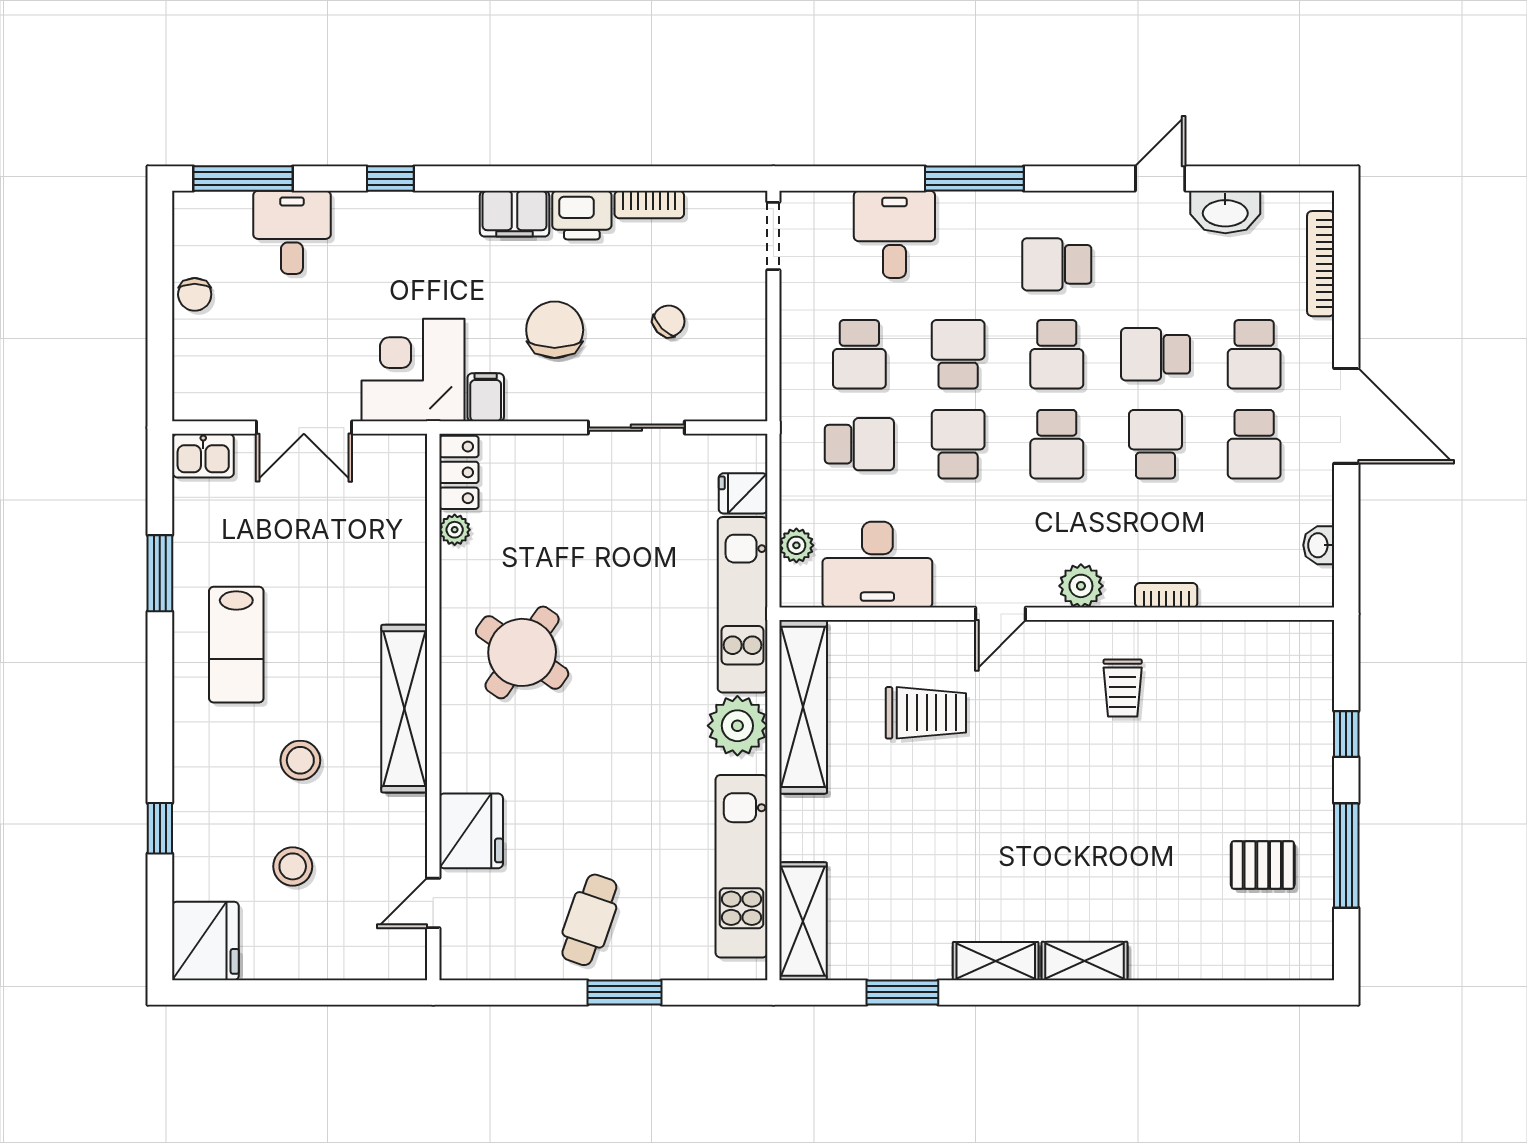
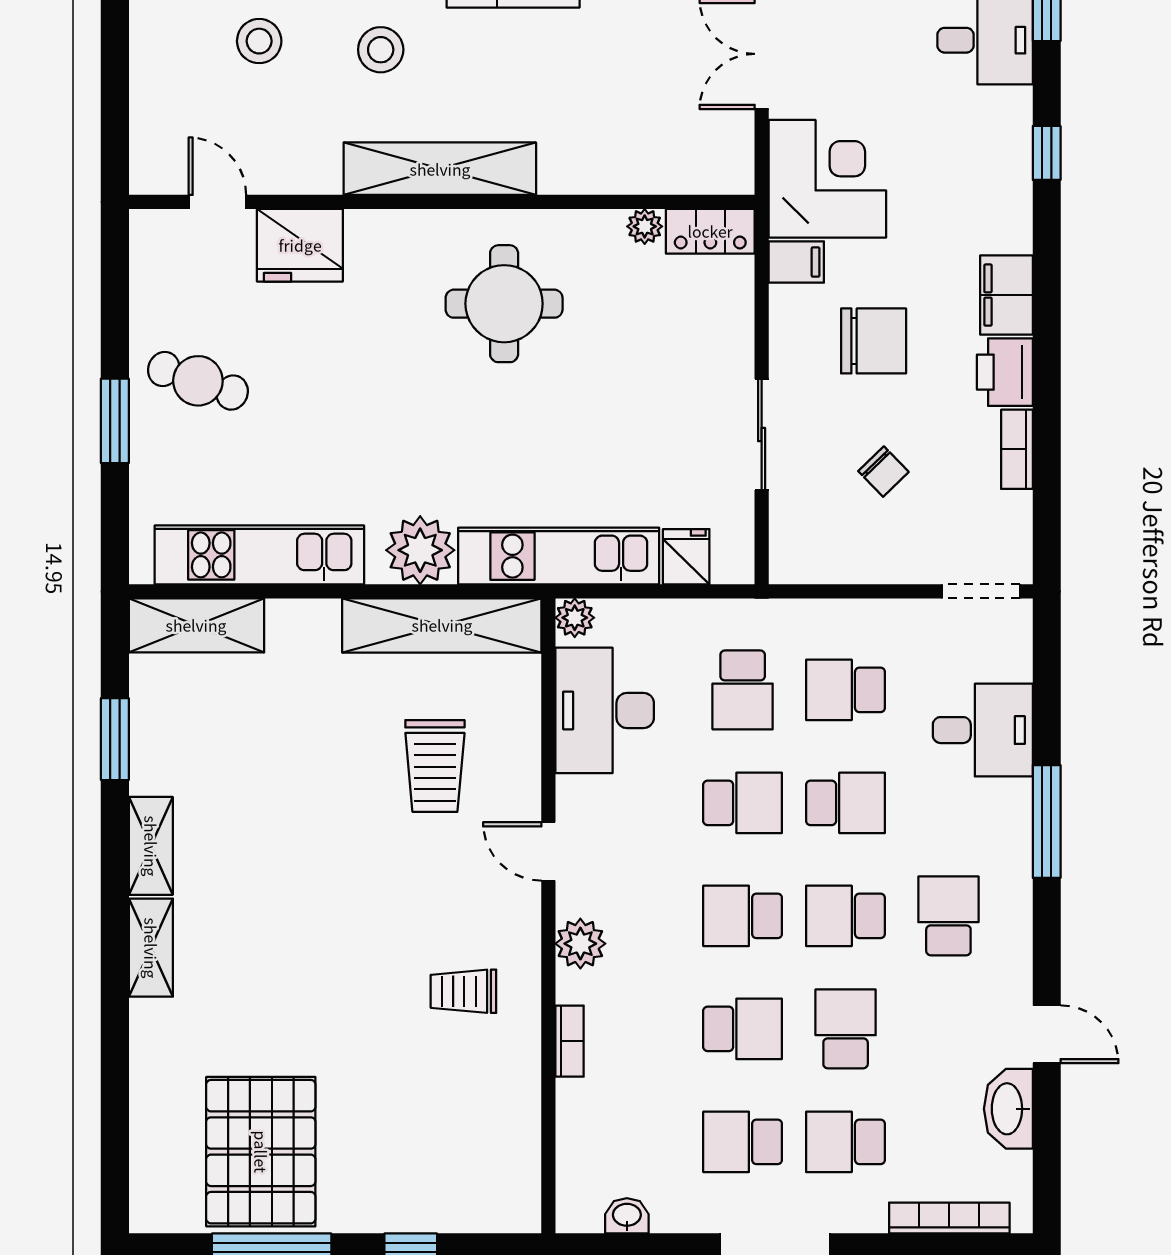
plant: (796, 545) -> (575, 618), moved
round table: (522, 652) -> (504, 304), turned -35
pallet: (1263, 865) -> (261, 1152), width x2.05, depth x2.00

